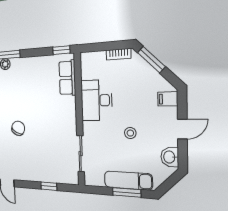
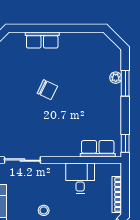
bookcase: (118, 54) -> (117, 195), width x1.56
desk: (96, 100) -> (80, 178), width x0.73

